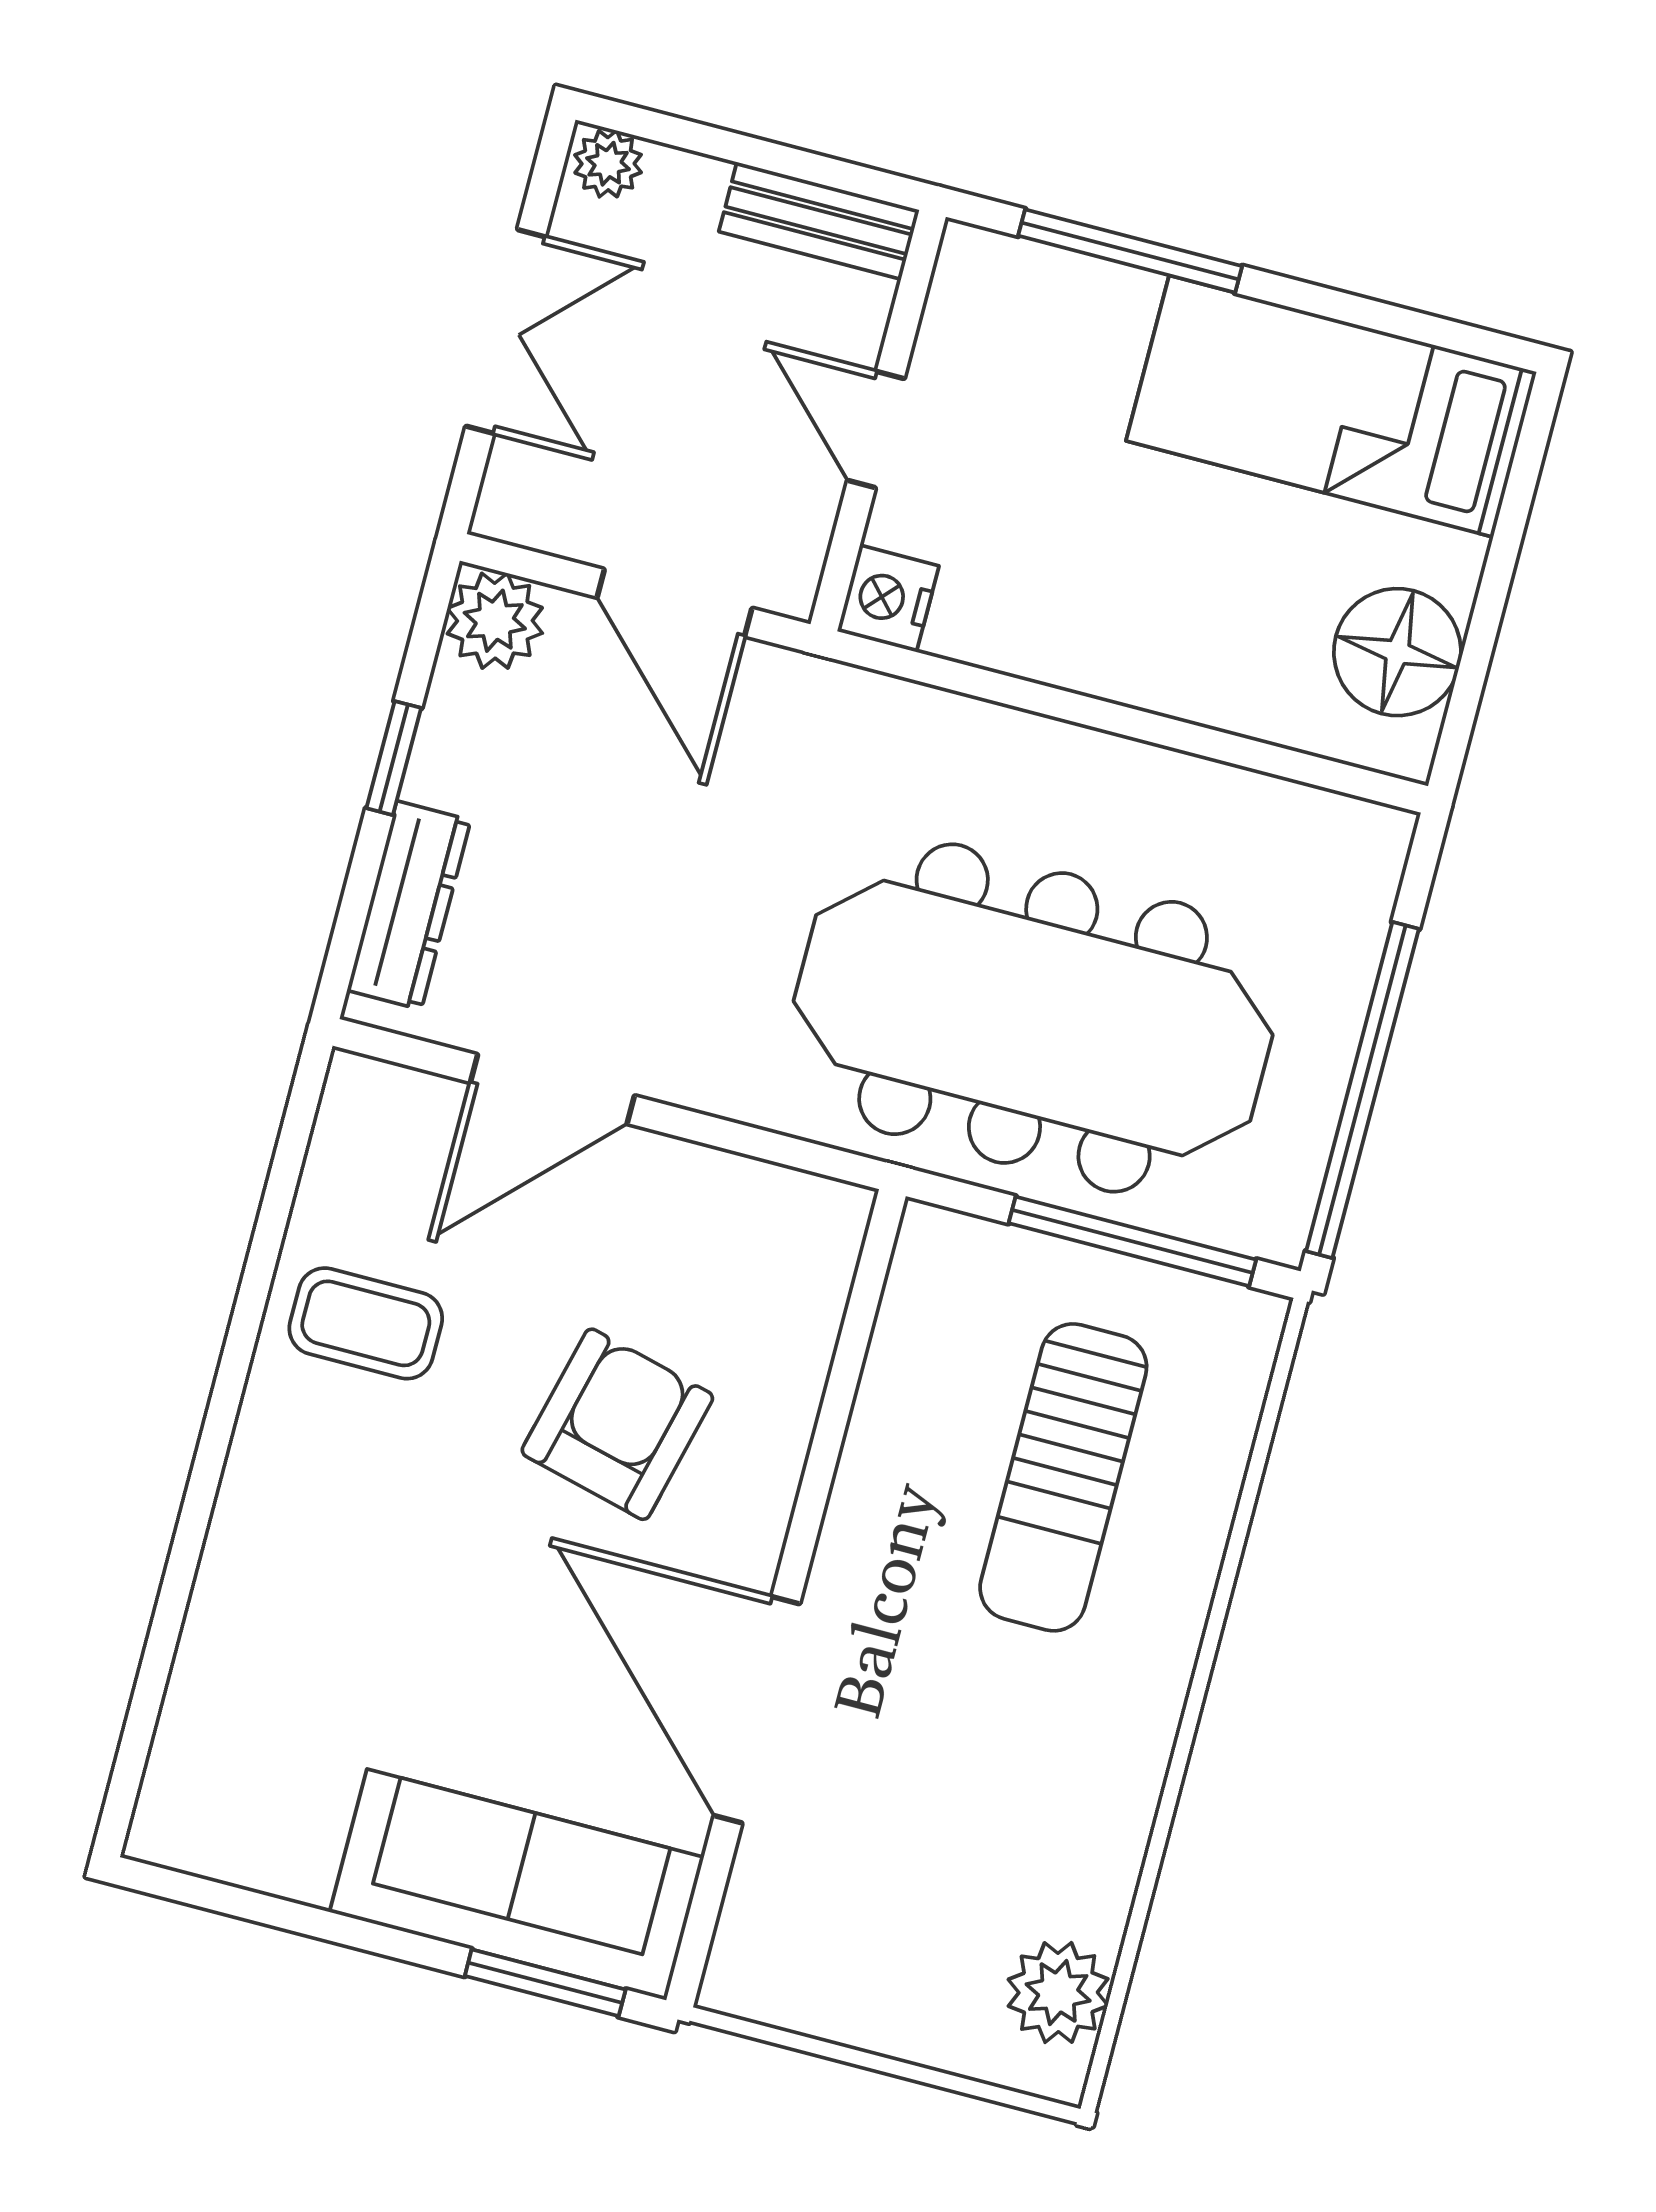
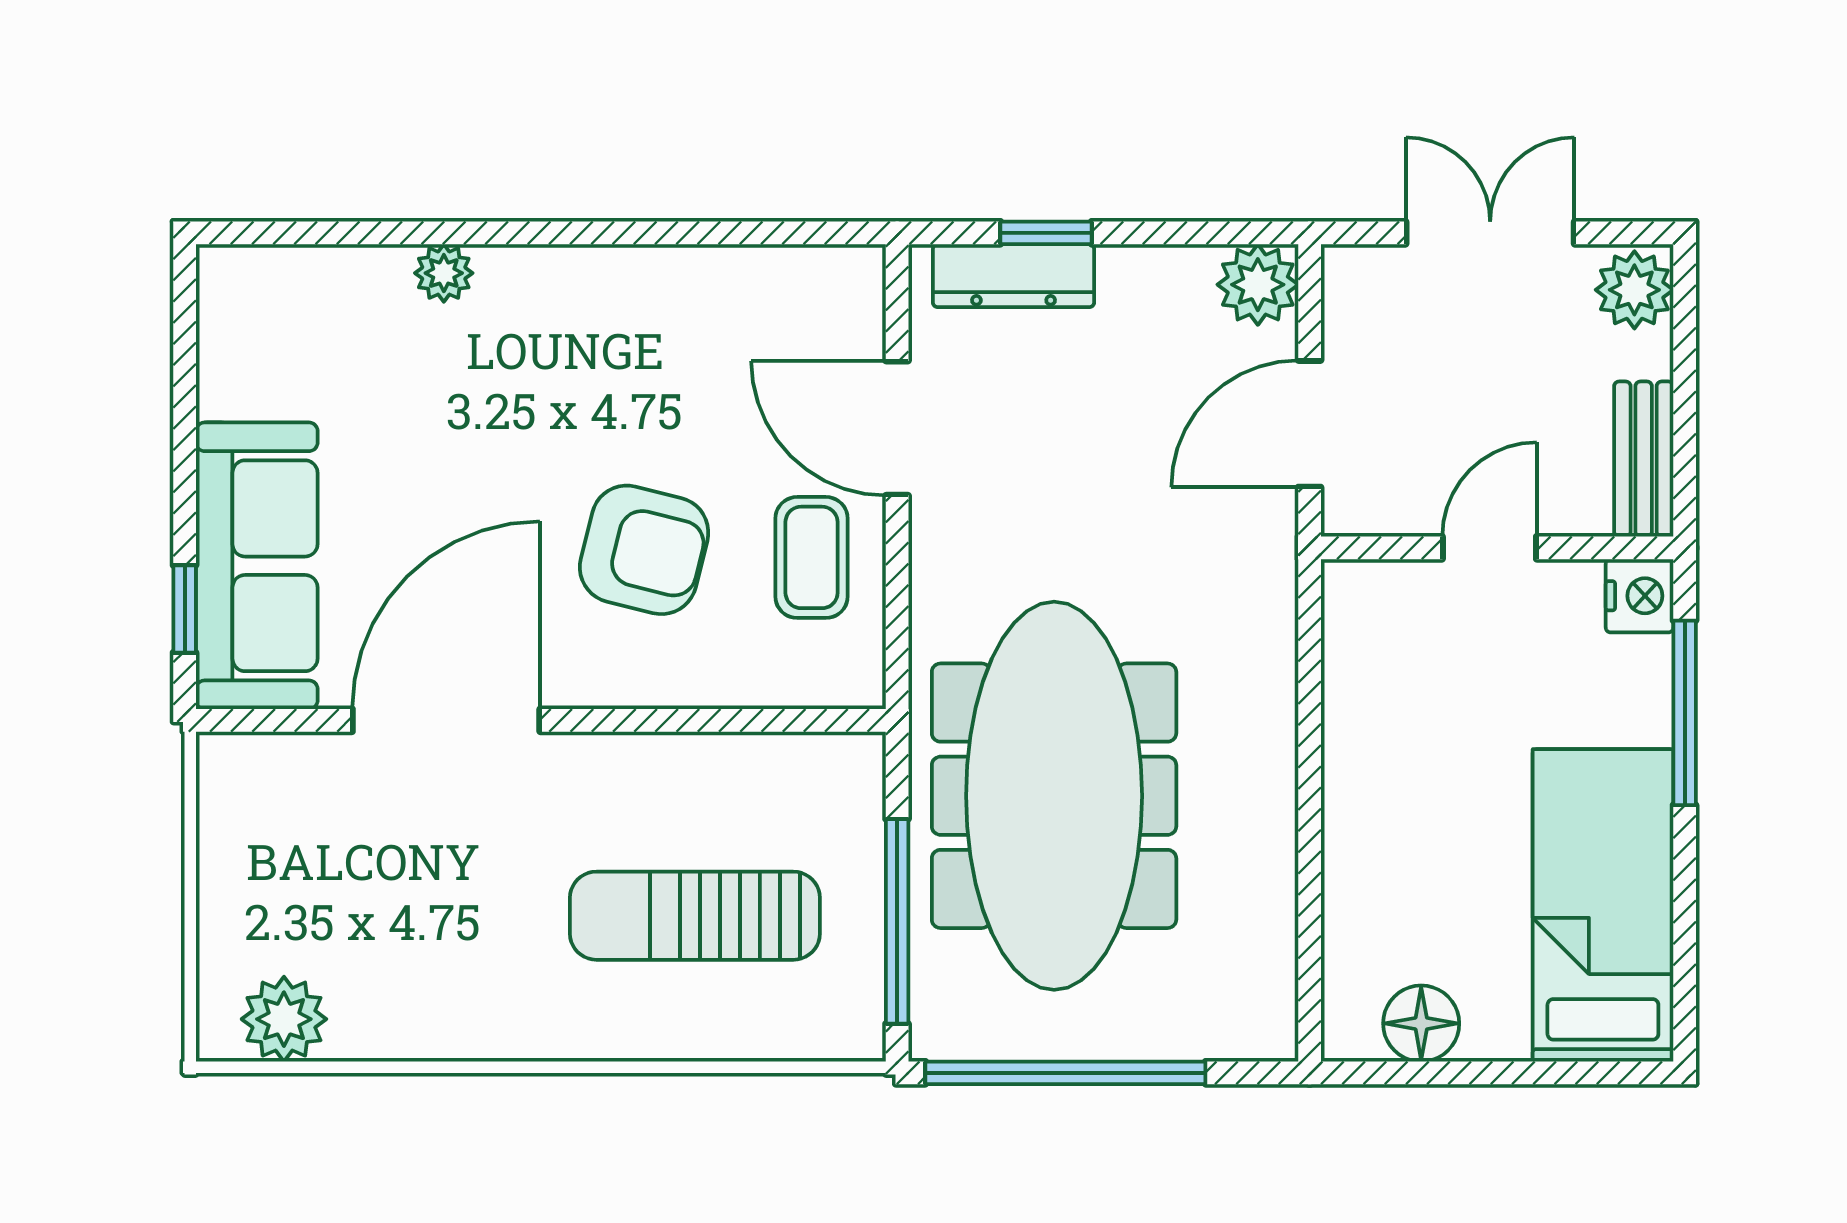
plant: (608, 164) -> (1634, 290), width x1.38, depth x1.38
double door: (506, 331) -> (1490, 233), swing flipped
nightstand: (888, 599) -> (1640, 596), moved, turned 90
floor lamp: (1397, 652) -> (1421, 1023), width x0.73, depth x0.73
window: (394, 758) -> (1046, 233), moved
coffee table: (366, 1323) -> (812, 557), moved
plant: (230, 1574) -> (444, 273), added
window: (545, 1983) -> (185, 609), width x0.67

